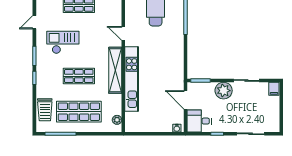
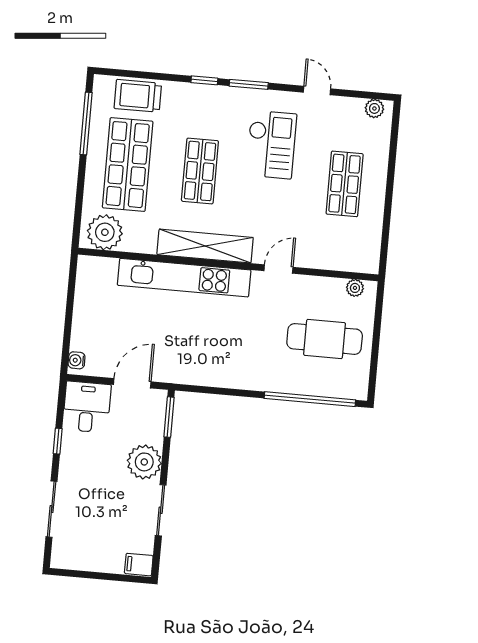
plant: (117, 120) -> (105, 232), width x1.88, depth x1.88

